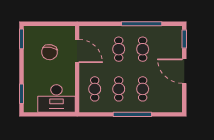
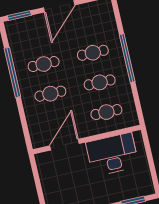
chair: (49, 52) -> (74, 178), removed
desk: (56, 98) -> (112, 154), moved, turned -90

